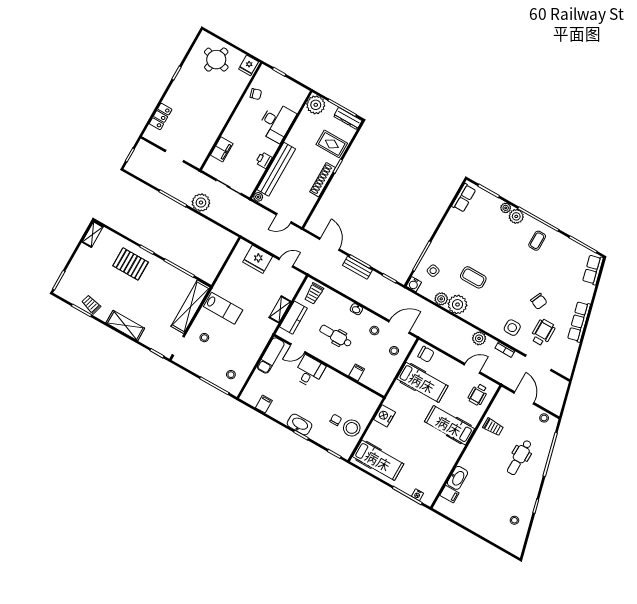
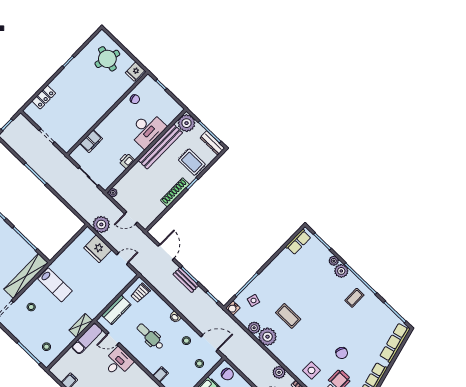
bench: (276, 169) -> (160, 147), moved
plant: (201, 202) -> (101, 224), moved
row of seats: (593, 270) -> (395, 343), width x1.48
shelving: (280, 309) -> (81, 325), moved

